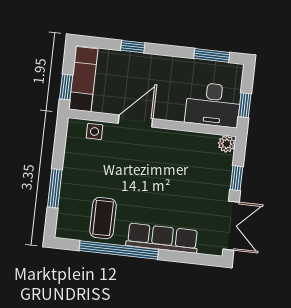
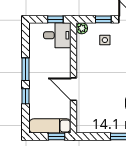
window: (212, 55) -> (25, 69), moved
desk: (213, 105) -> (57, 35), width x0.73
side table: (95, 131) -> (105, 40), moved

